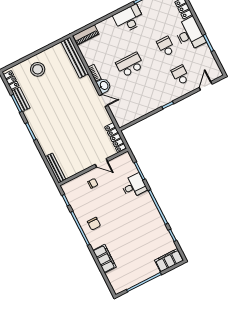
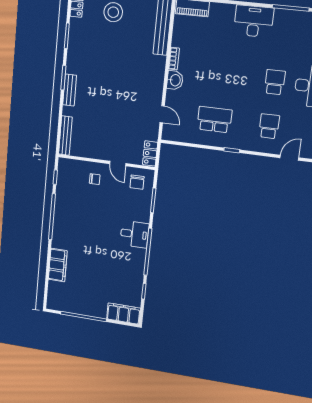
school desk: (130, 65) -> (214, 120), moved
bench: (21, 99) -> (70, 90), moved
door: (104, 100) -> (162, 114), moved
locker: (116, 137) -> (150, 153), width x0.66
desk: (134, 186) -> (134, 234), moved
chair: (94, 224) -> (137, 182), moved

